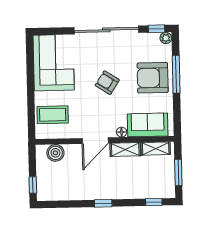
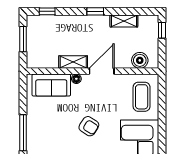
armchair: (153, 78) -> (46, 130), removed
coffee table: (53, 115) -> (142, 97), turned 90
shelving: (156, 149) -> (124, 21), moved

